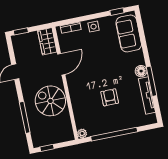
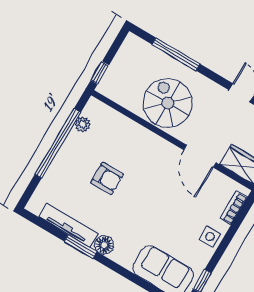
window: (152, 81) -> (80, 246), width x0.69
spiral stairs: (50, 101) -> (168, 103), turned -90
plant: (82, 133) -> (83, 124), moved
window: (47, 148) -> (100, 73), moved

